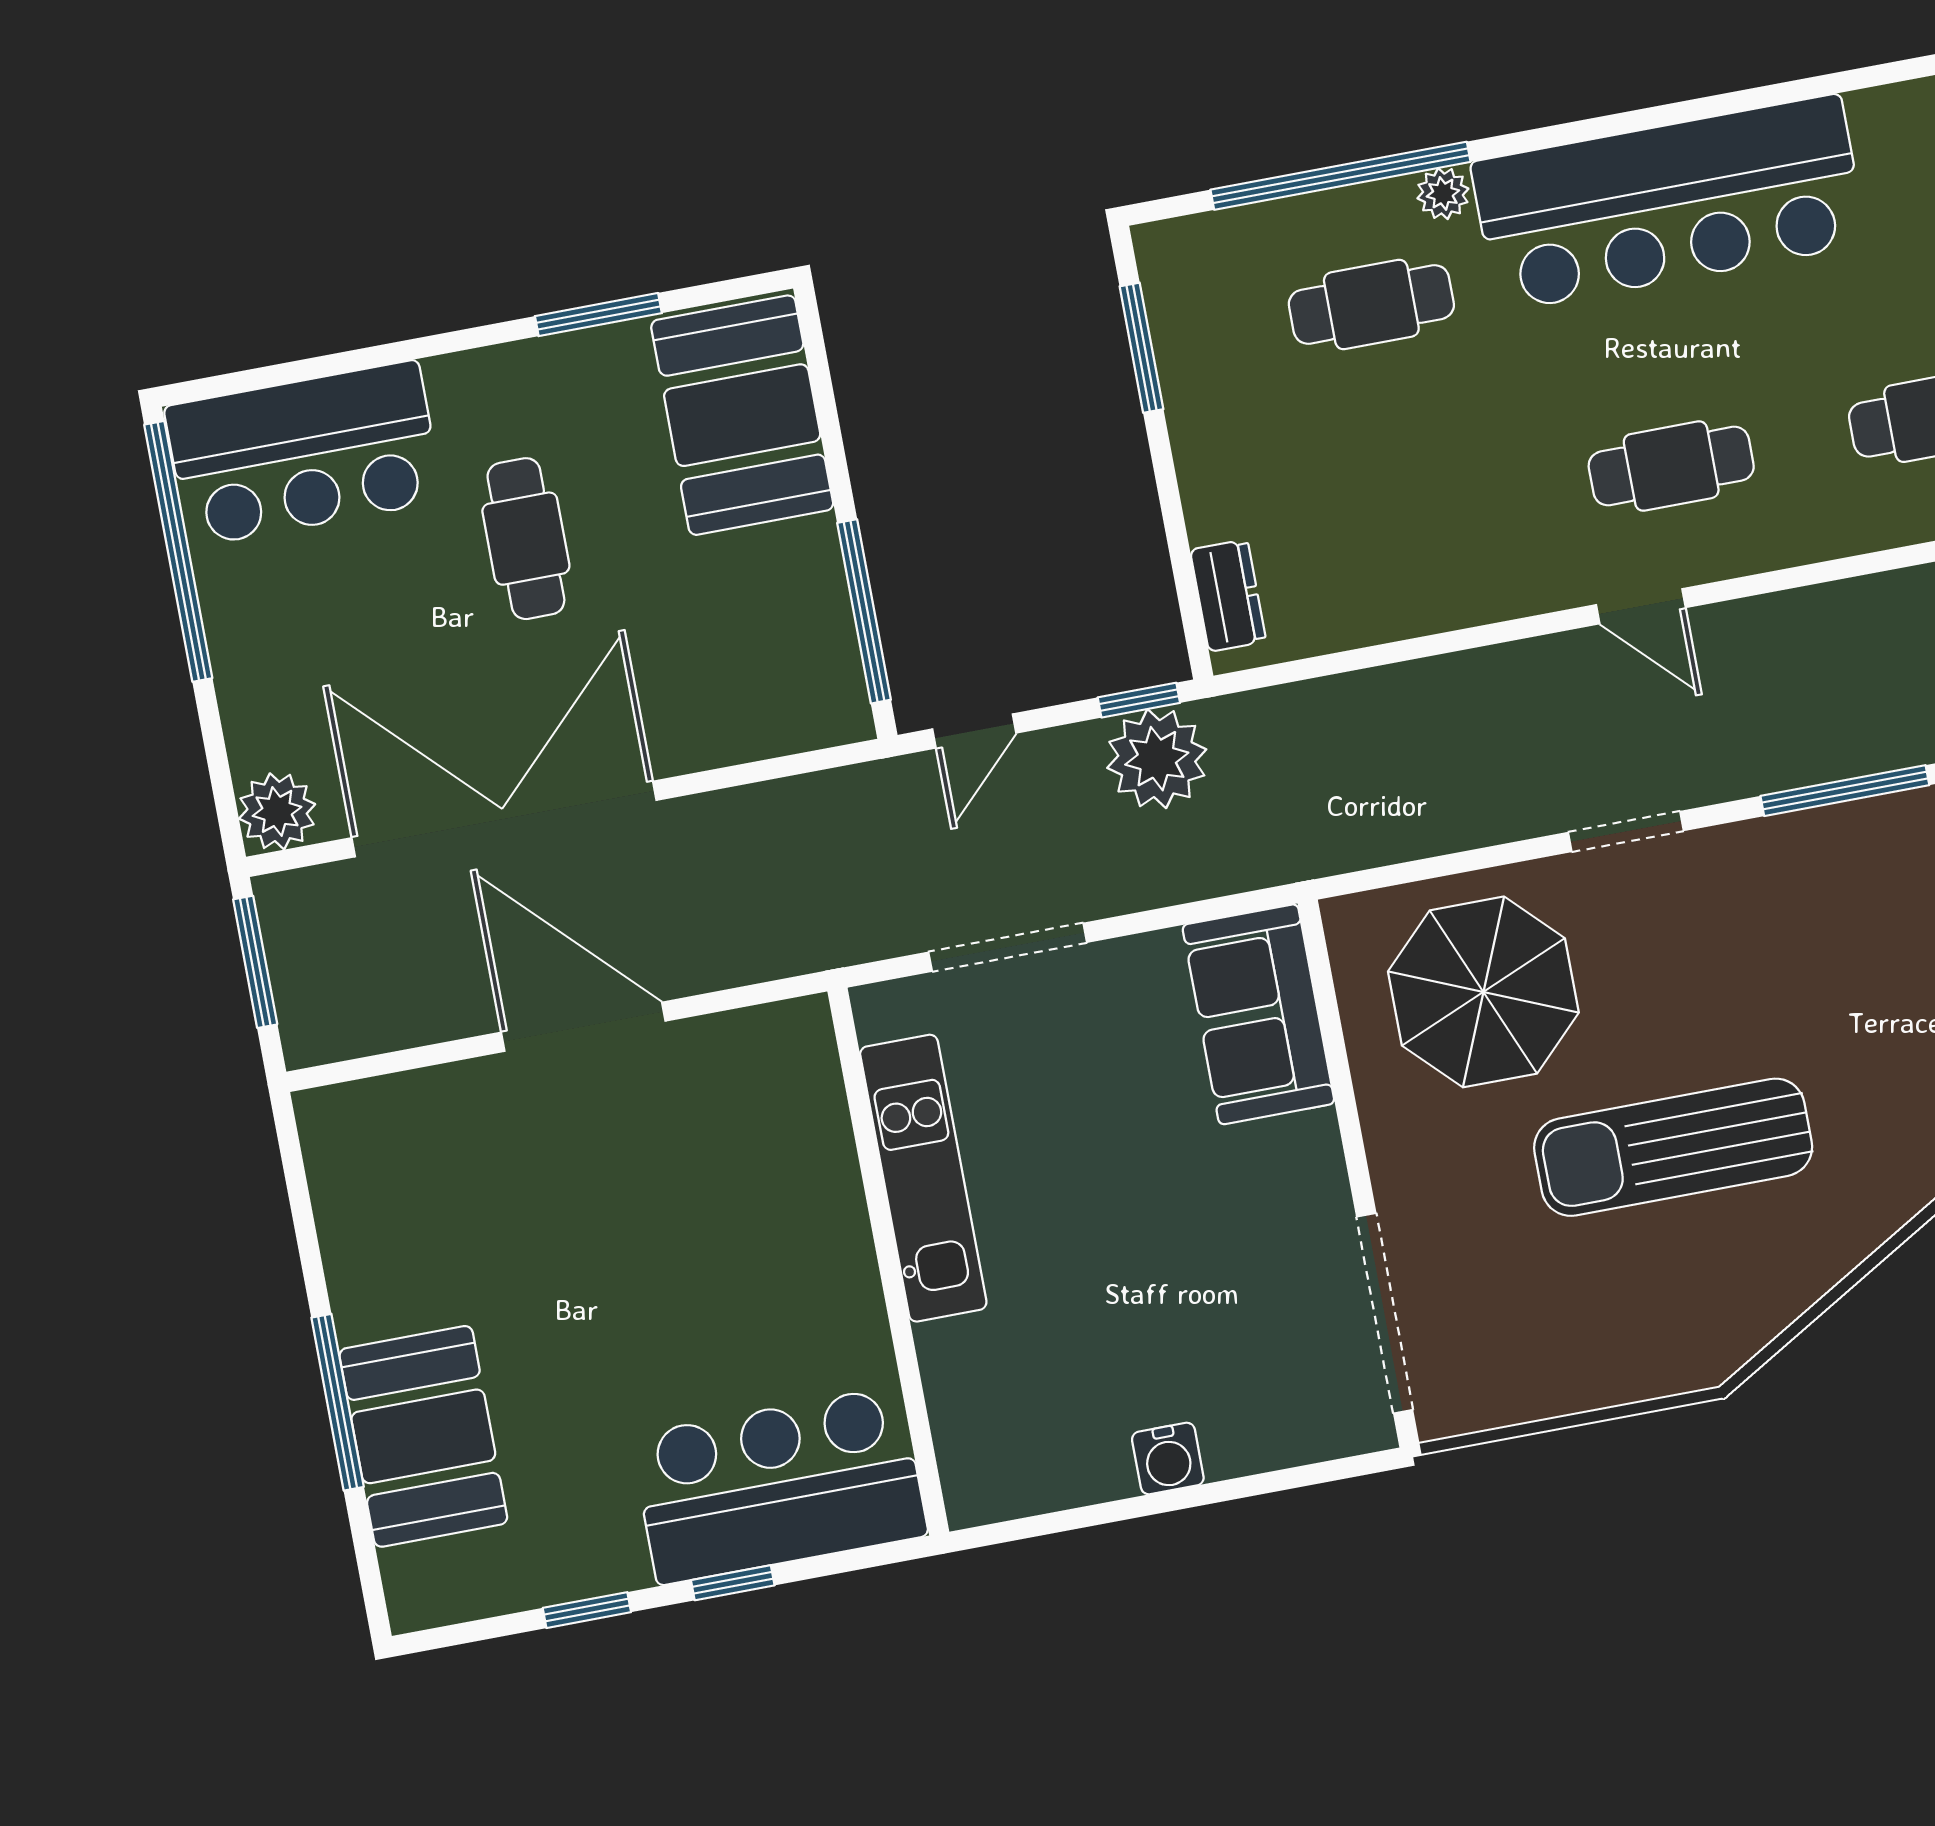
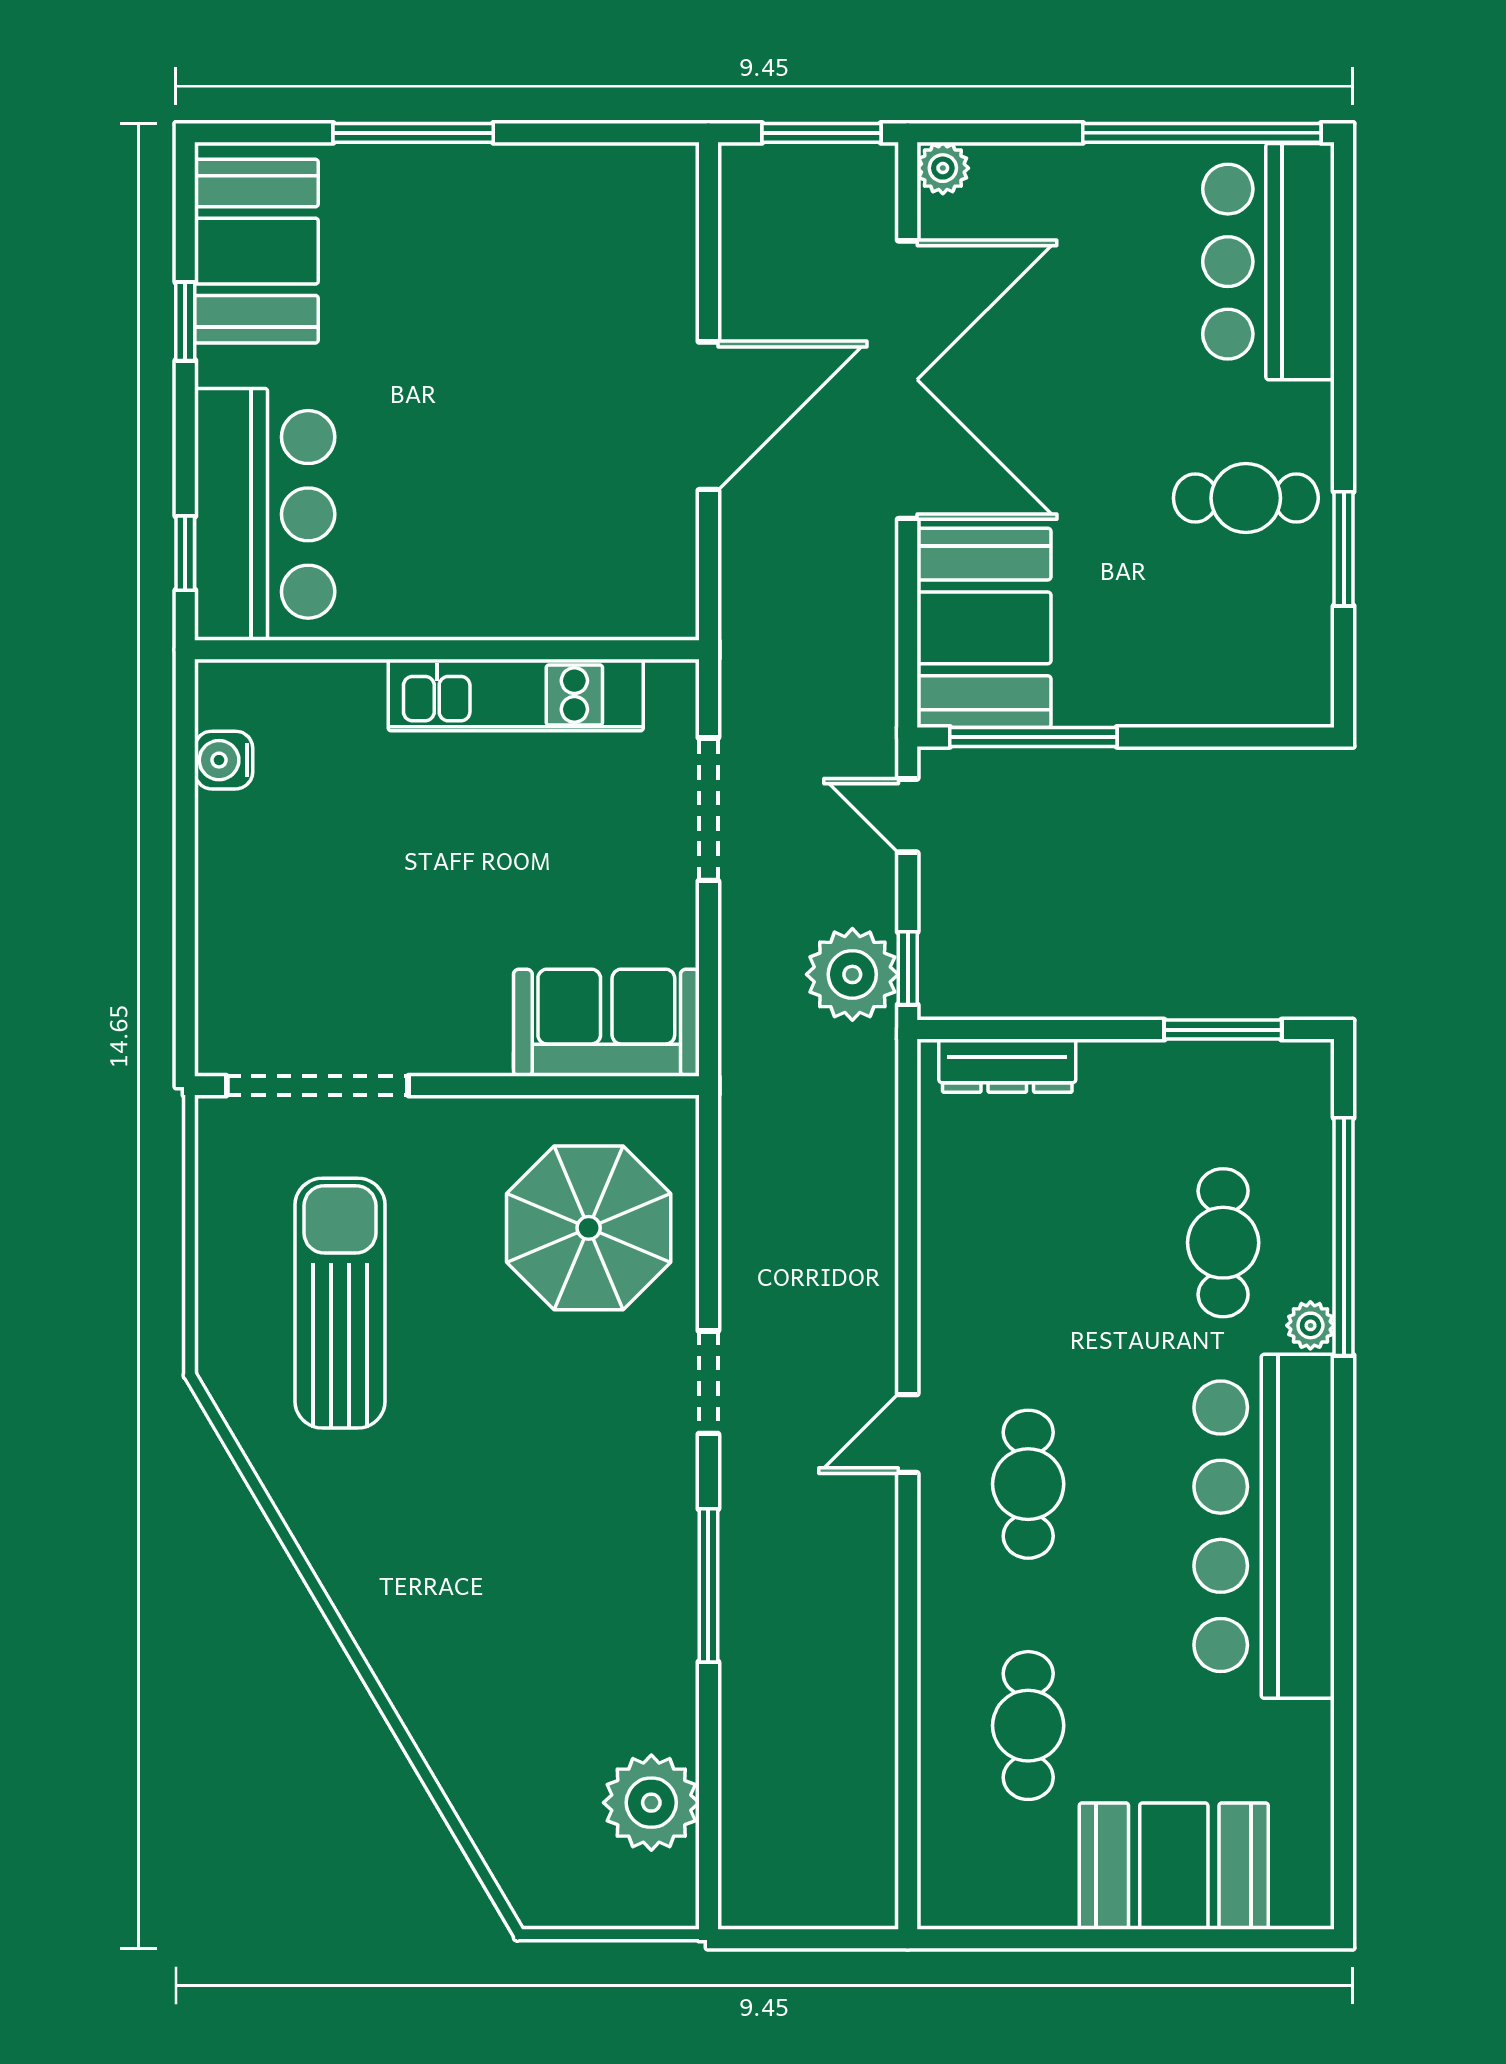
booth: (742, 415) -> (984, 628), moved, turned 90
cafe table: (526, 539) -> (1246, 498), moved
dresser: (1228, 595) -> (1007, 1066), width x1.44
plant: (277, 811) -> (943, 168), width x0.73, depth x0.73
sun lounger: (1673, 1147) -> (340, 1303), moved
booth: (423, 1436) -> (256, 251), moved, turned 90
water cooler: (1168, 1458) -> (224, 760), moved
window: (733, 1583) -> (185, 553), moved

